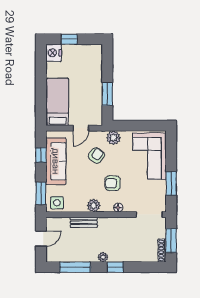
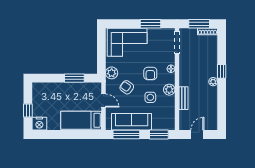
window: (41, 155) -> (126, 135), width x2.17
side table: (57, 203) -> (150, 97), moved
door: (41, 239) -> (197, 135), hinge flipped
window: (75, 267) -> (222, 105), removed

